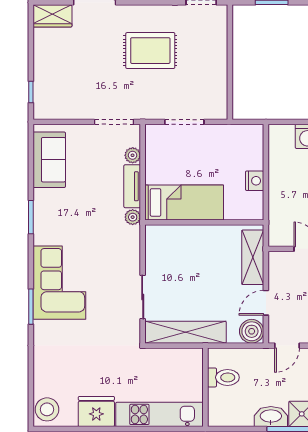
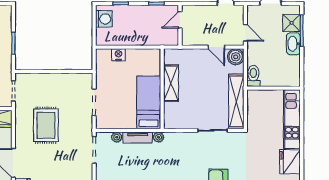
nightstand: (255, 181) -> (118, 55), moved
shelving: (253, 257) -> (171, 83), moved, turned 90
toilet: (223, 377) -> (253, 76), moved

